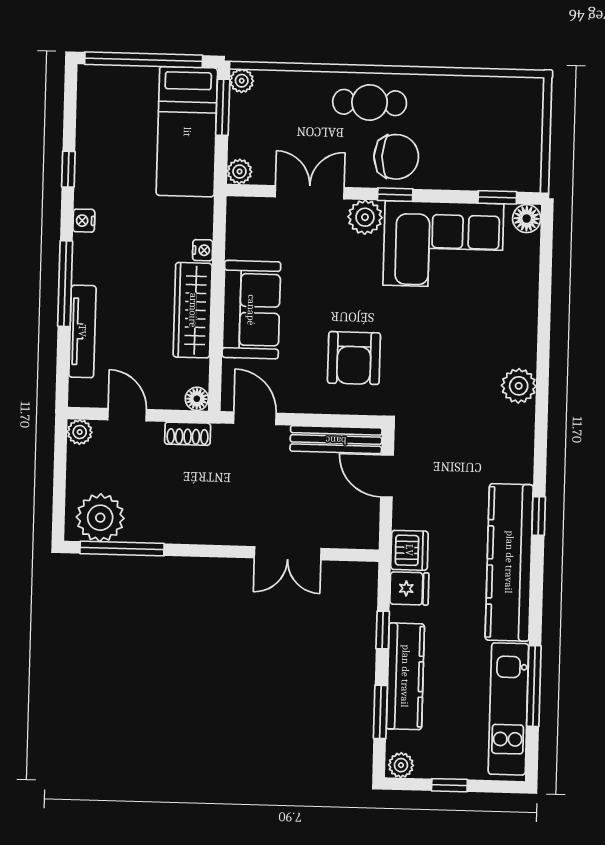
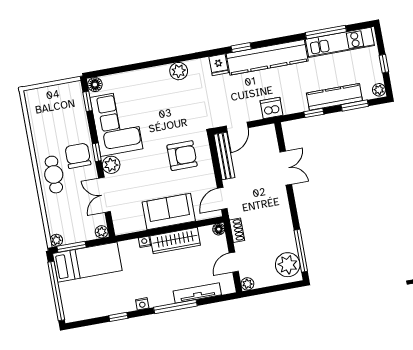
fridge: (409, 588) -> (219, 65), moved, turned 180

